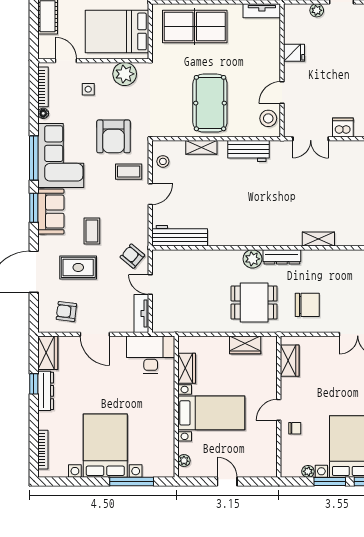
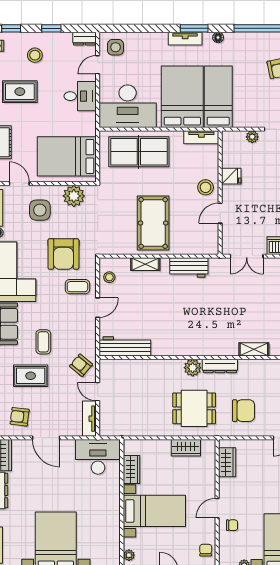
side table: (88, 89) -> (40, 210), width x1.87, depth x1.87
stool: (268, 118) -> (206, 187), moved
chair: (267, 455) -> (206, 550), added

